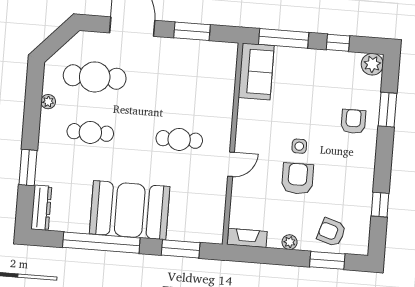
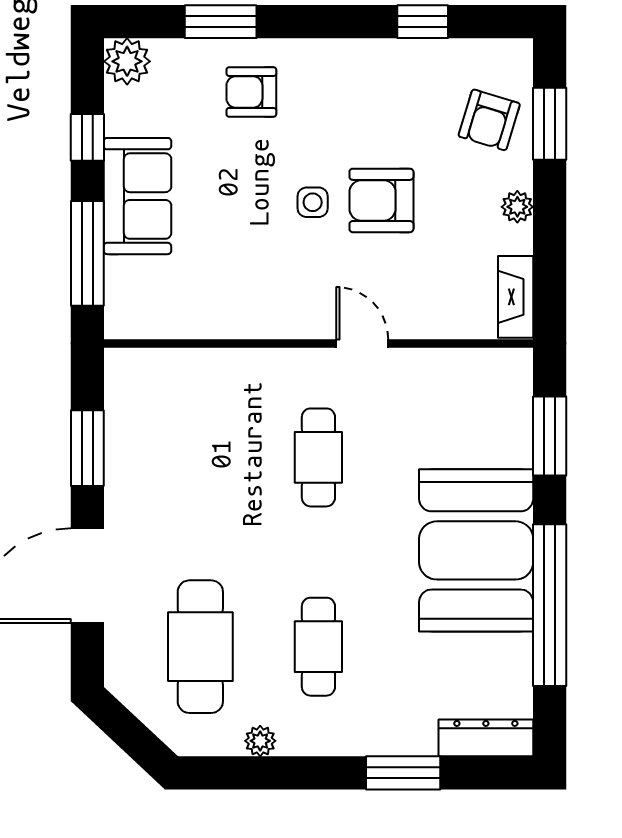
sofa: (256, 72) -> (137, 196), moved, turned 90

